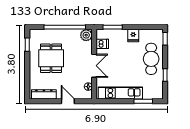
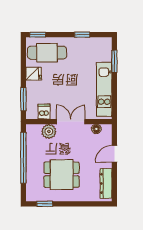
plant: (86, 35) -> (49, 131), moved
cafe table: (151, 59) -> (47, 53), moved

